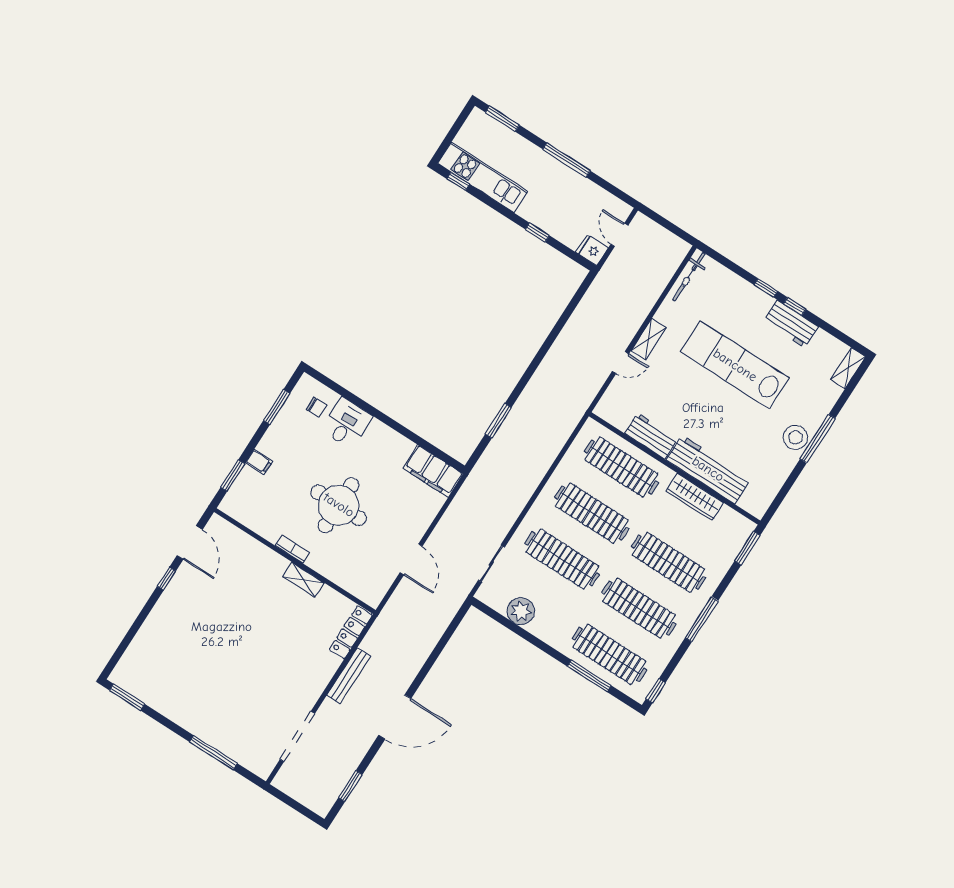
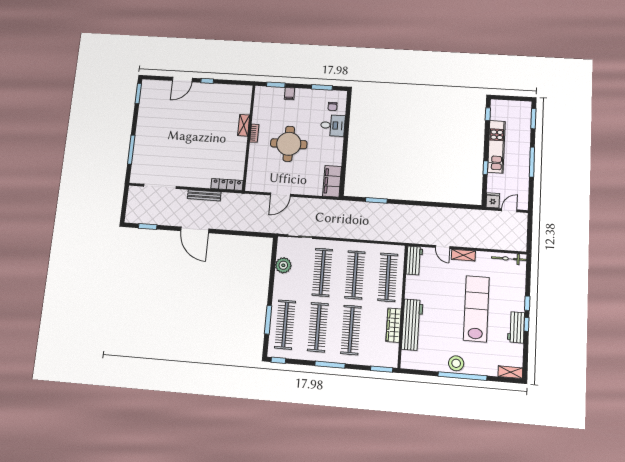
kitchen unit: (483, 178) -> (496, 147), moved
workbench: (651, 436) -> (414, 261), moved
window: (818, 439) -> (462, 376), width x1.46
door: (190, 543) -> (182, 79), moved
shelving: (303, 580) -> (244, 125), moved

